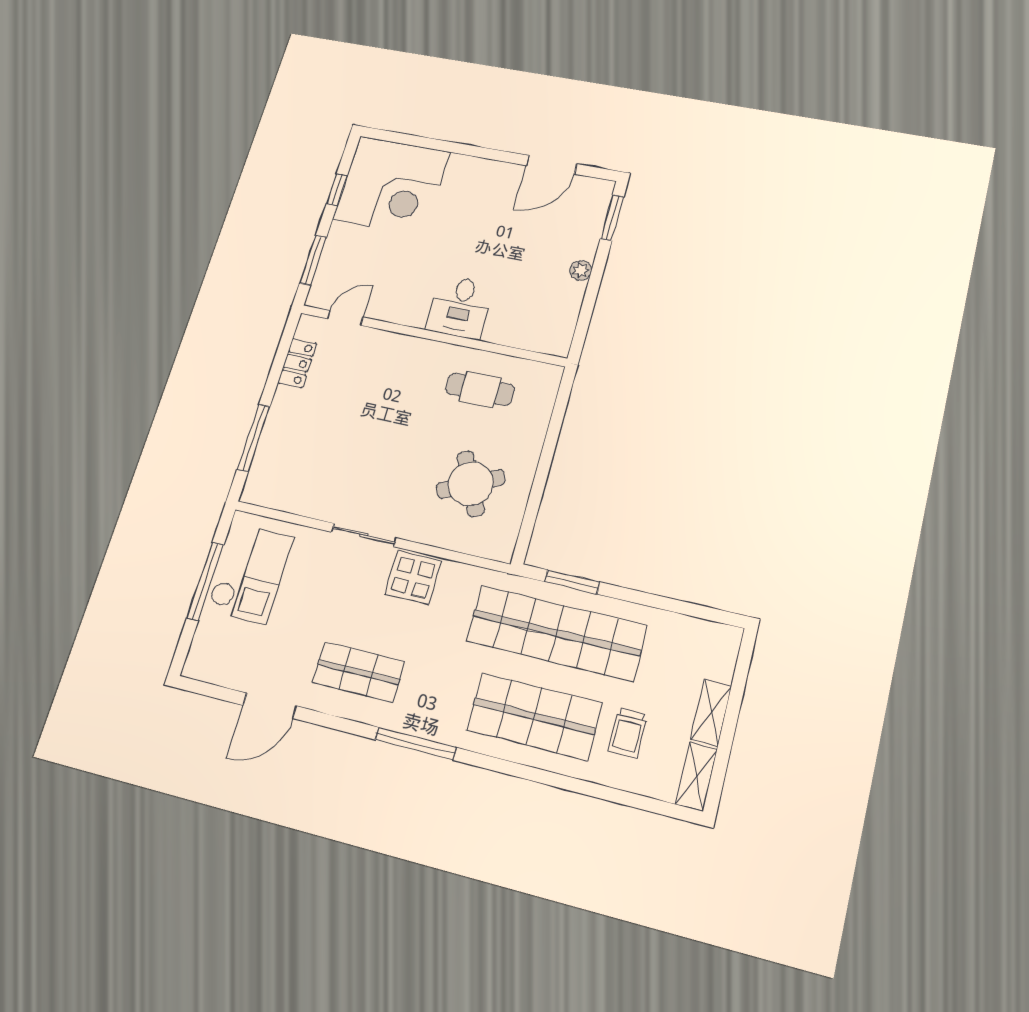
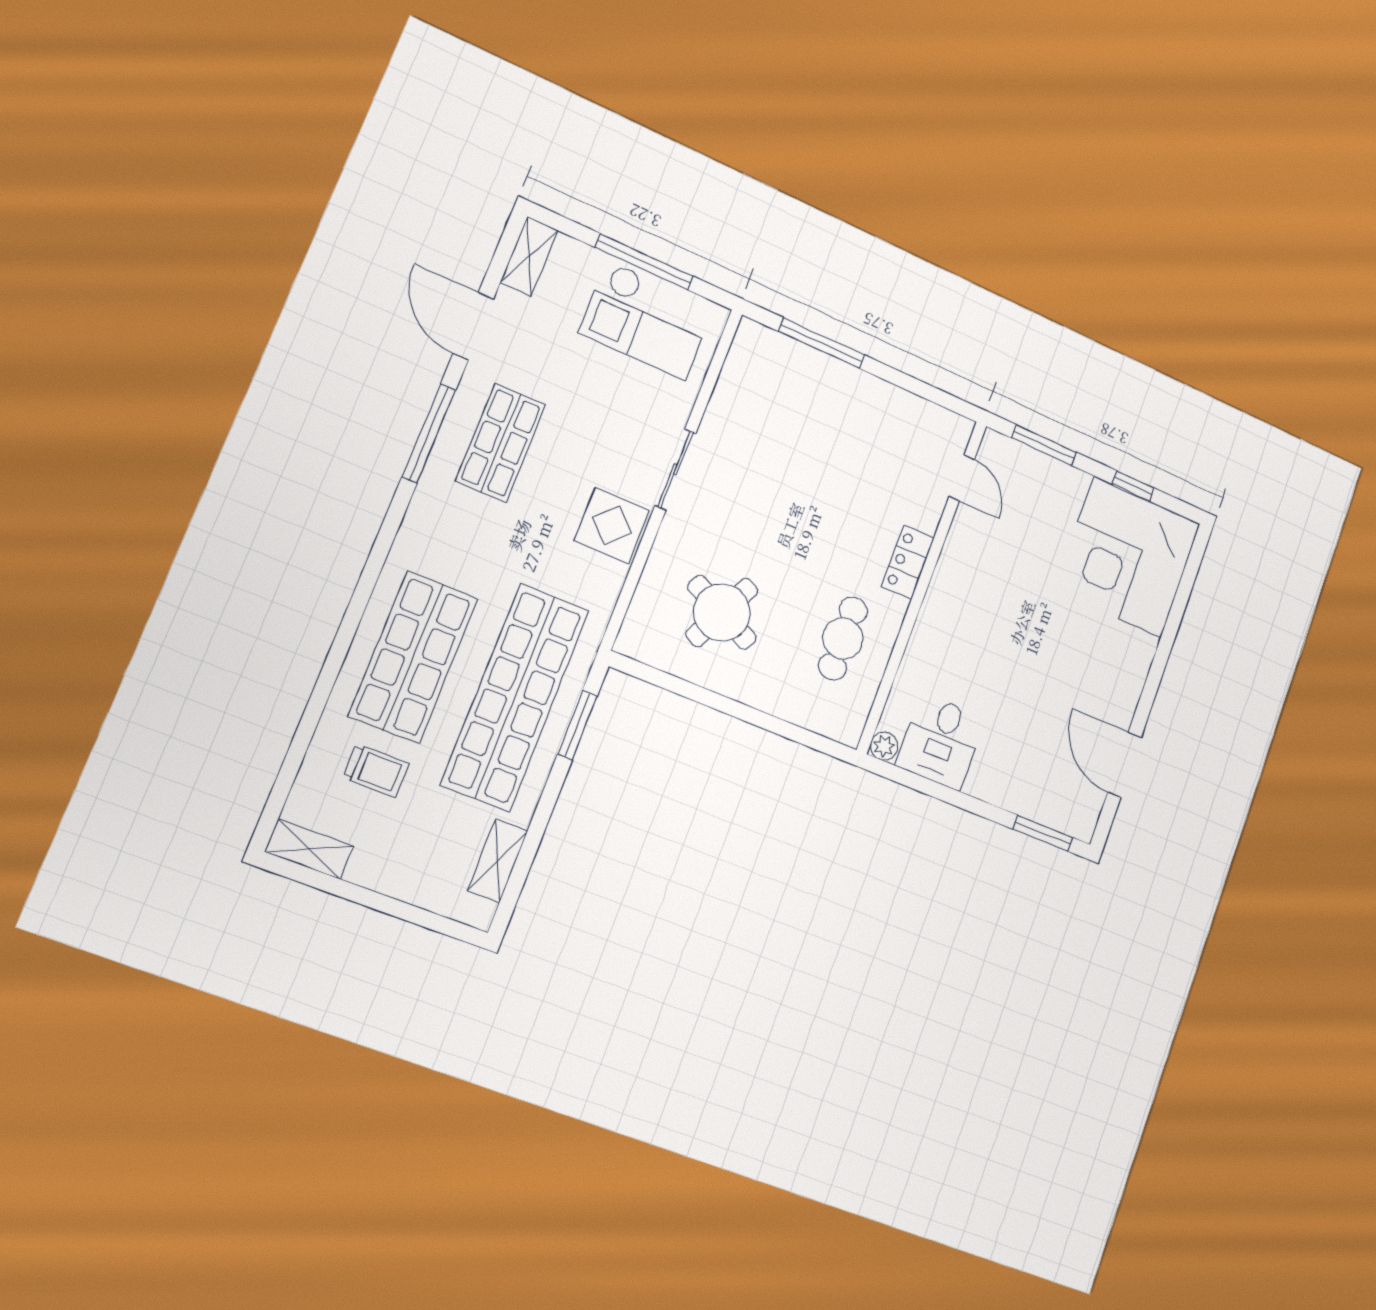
plant: (581, 270) -> (884, 746), moved
desk: (460, 307) -> (941, 742), moved, turned -90
locker: (297, 363) -> (908, 562), moved, turned 90
round table: (471, 484) -> (722, 612), turned -38
shelving: (211, 670) -> (529, 256), added
shelving: (711, 713) -> (498, 861), moved, turned 90
trolley: (628, 733) -> (376, 771), turned 180
window: (416, 744) -> (429, 433), moved

